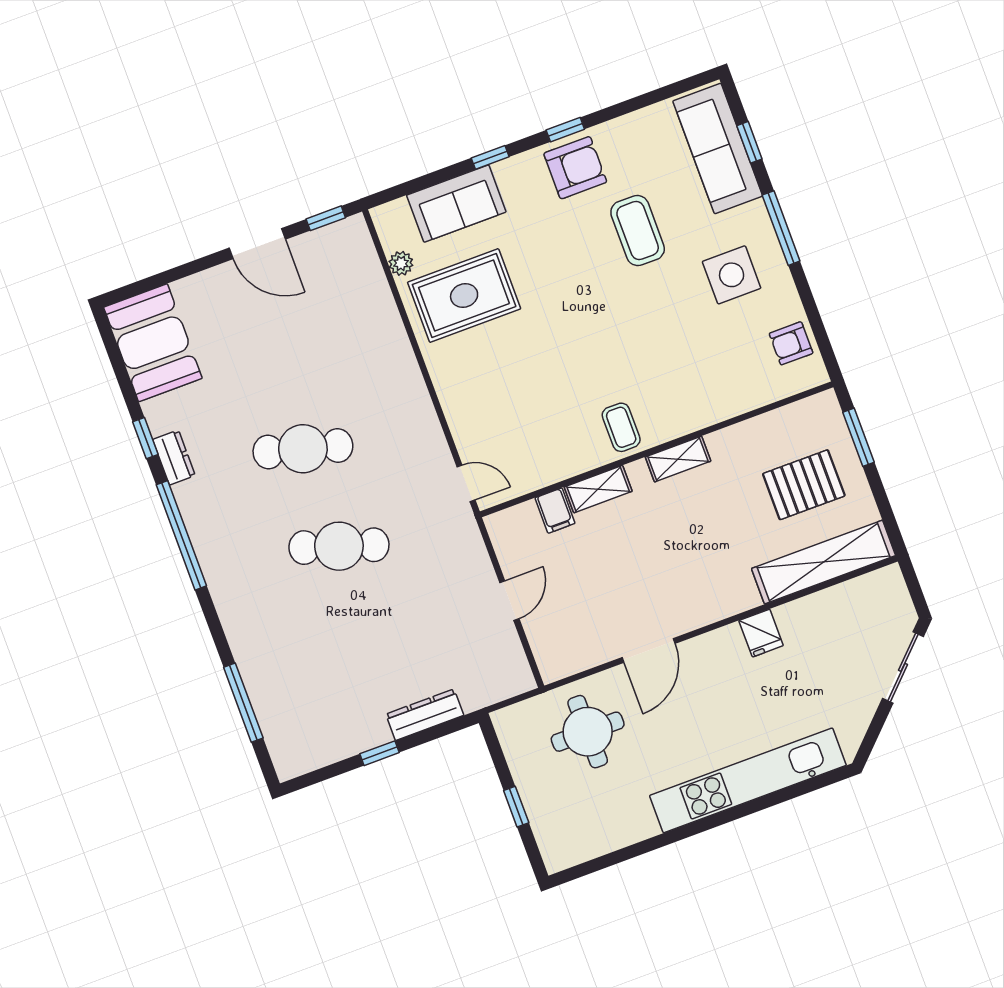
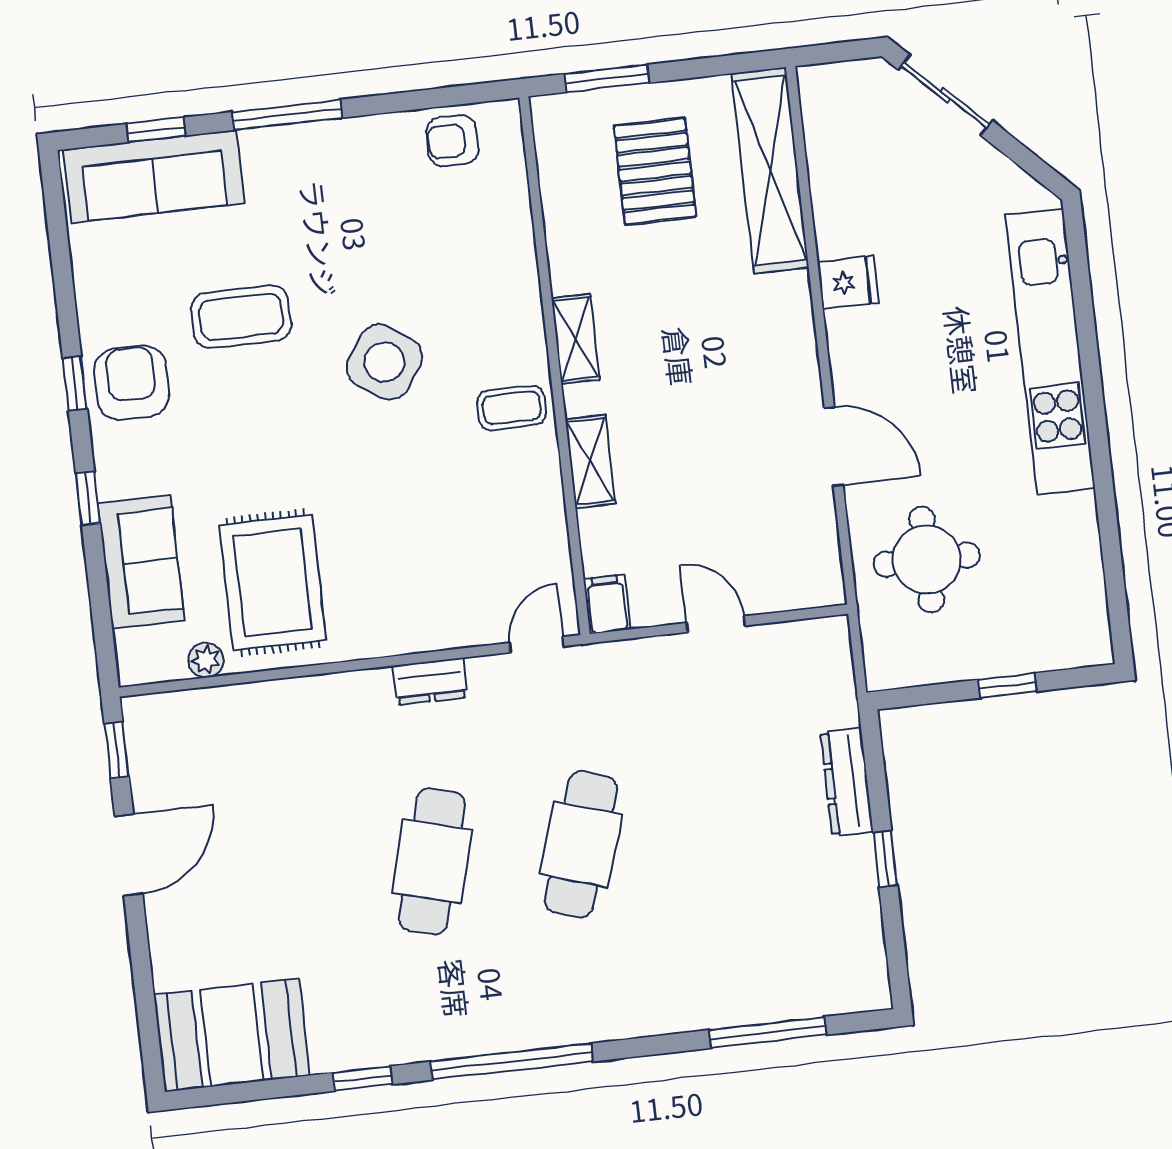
side table: (732, 275) -> (384, 362), moved, turned 34
armchair: (791, 343) -> (452, 141), turned 90
dresser: (174, 458) -> (430, 681), moved, turned 180
filing cabinet: (555, 511) -> (607, 604), moved, turned -90

